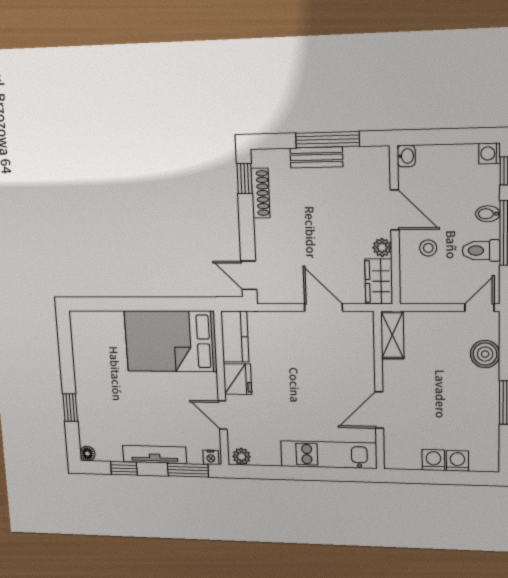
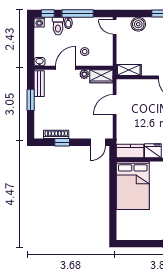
window: (327, 140) -> (31, 100), width x0.69
bench: (316, 157) -> (39, 84), moved
window: (245, 178) -> (62, 142), moved
toilet: (481, 251) -> (58, 26), moved

